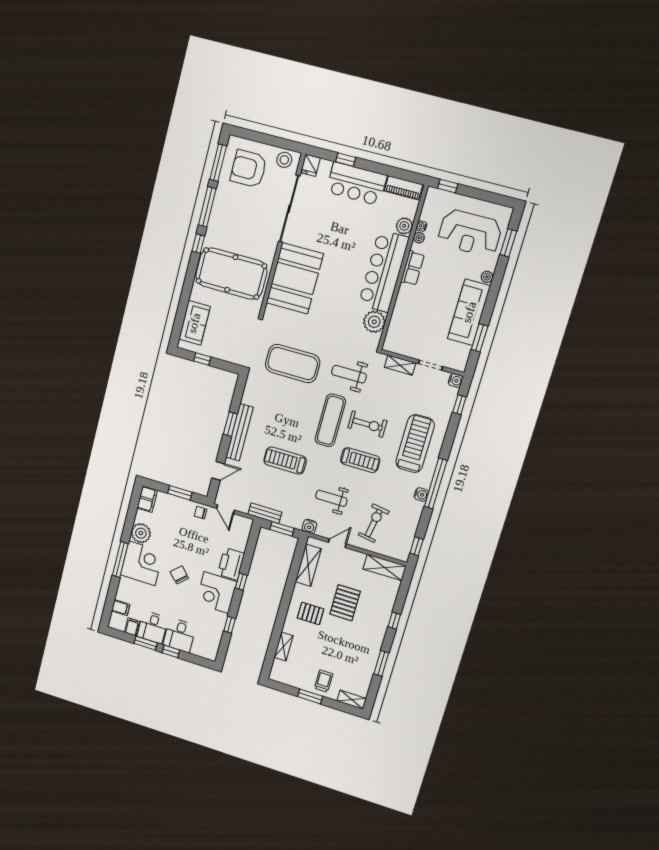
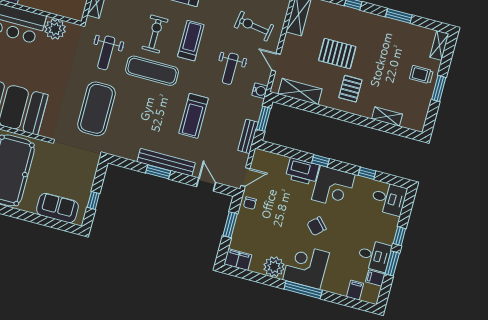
desk: (179, 635) -> (389, 199), moved

